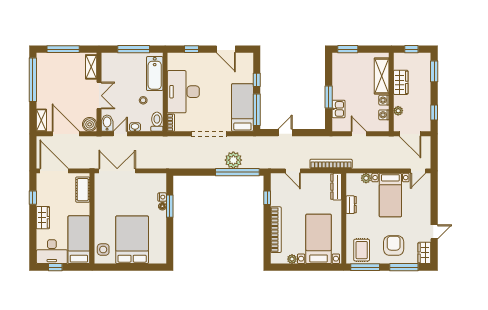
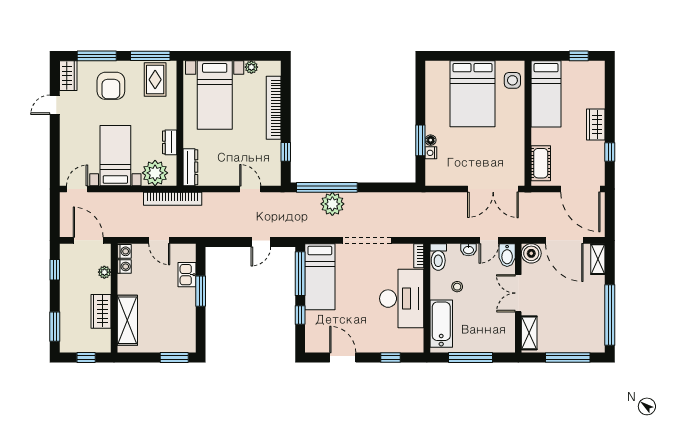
washing machine: (384, 100) -> (124, 251), moved
bookcase: (331, 164) -> (173, 199), moved
plant: (366, 178) -> (155, 173), width x1.88, depth x1.88
desk: (52, 252) -> (583, 77), removed

